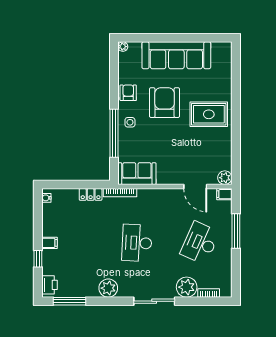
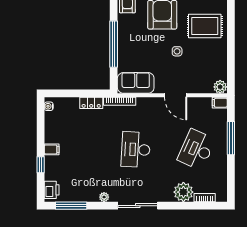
side table: (130, 122) -> (177, 51), moved
door: (195, 186) -> (176, 95), moved
plant: (108, 288) -> (104, 197), width x0.53, depth x0.53
sliding door: (154, 301) -> (138, 206), moved

